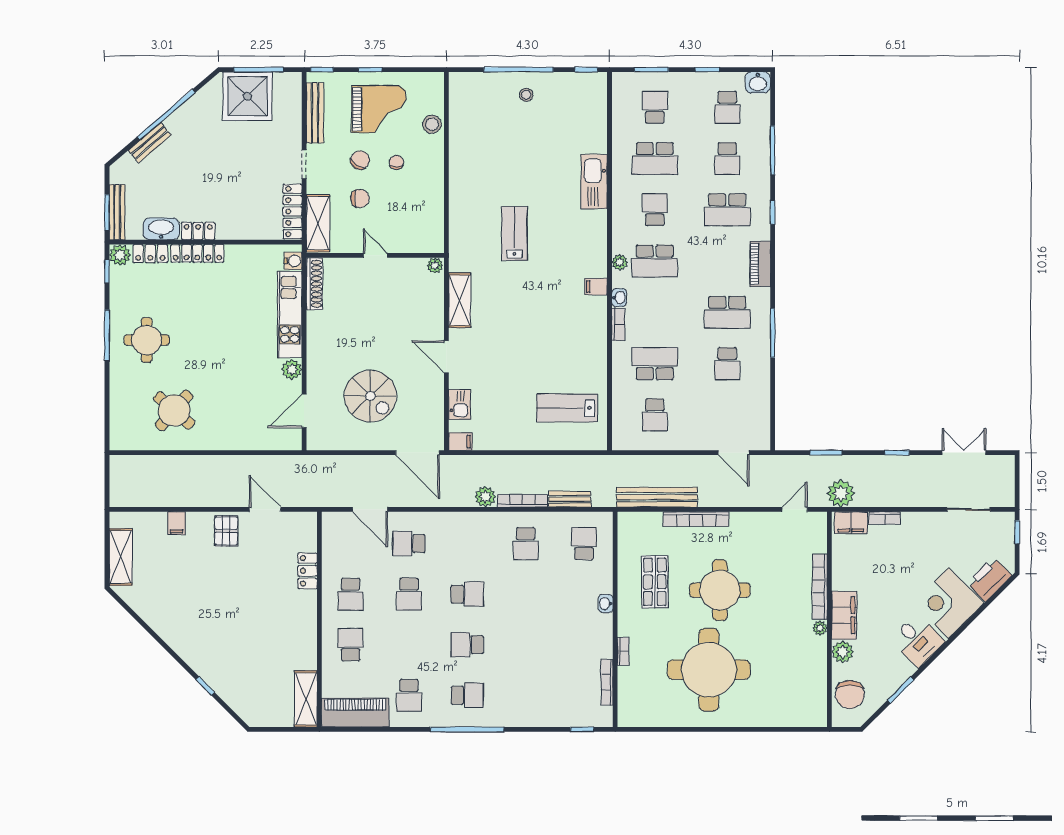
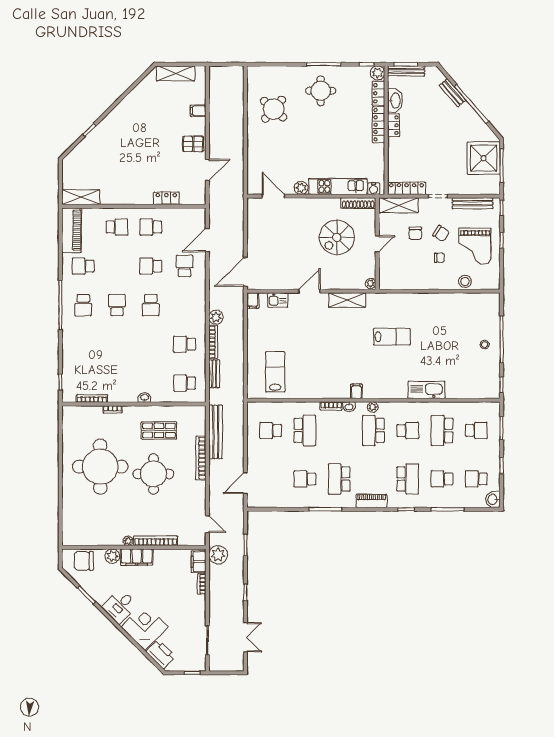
school desk: (727, 210) -> (408, 479), turned 180
spiral stairs: (370, 396) -> (337, 237), moved
school desk: (584, 544) -> (185, 383), turned 180

